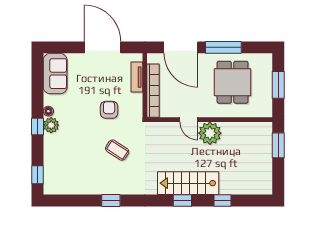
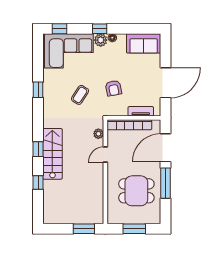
armchair: (109, 110) -> (114, 88), turned 79
plant: (210, 133) -> (98, 134), moved, width x0.53, depth x0.53
corner sofa: (64, 163) -> (69, 51), added

